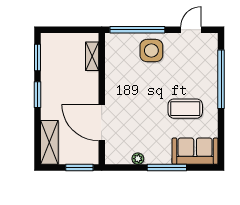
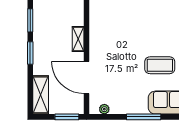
side table: (151, 51) -> (130, 14), removed
shelving: (92, 56) -> (78, 39), moved
plant: (138, 159) -> (104, 109), moved

